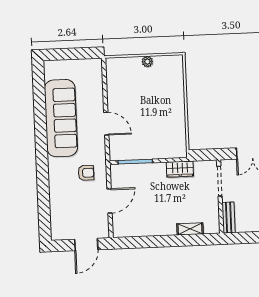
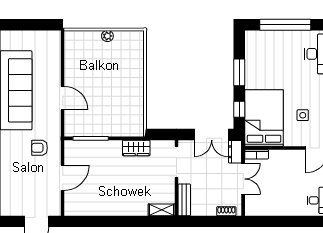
armchair: (86, 173) -> (40, 148), turned 180
shelving: (190, 229) -> (162, 210), moved

